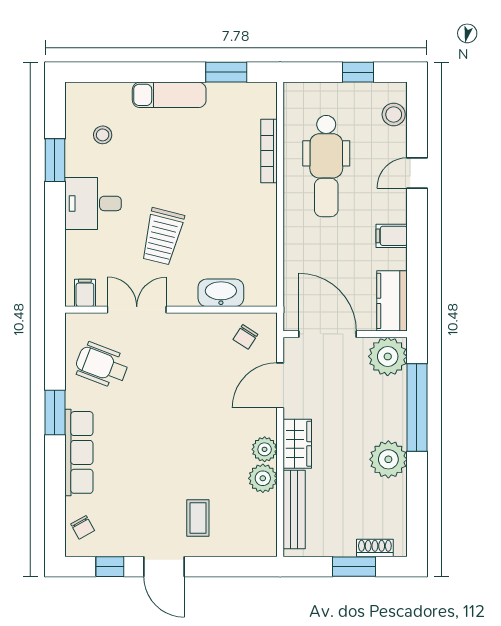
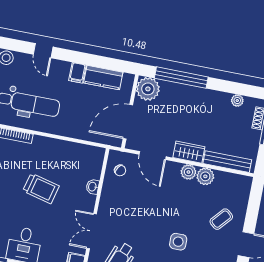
trolley: (162, 236) -> (41, 188), moved
washbasin: (221, 293) -> (93, 187), width x0.52, depth x0.69
kitchen counter: (392, 301) -> (103, 78), moved
side table: (147, 455) -> (178, 242), added
plant: (388, 459) -> (237, 101), moved, width x0.53, depth x0.53
coffee table: (198, 518) -> (221, 219), turned -49

